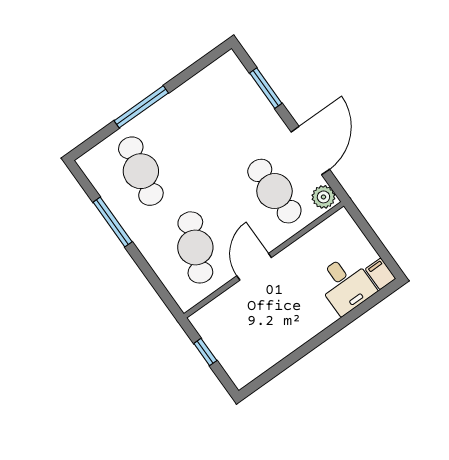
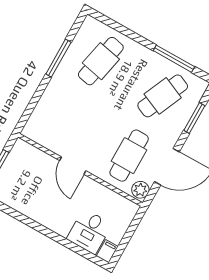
window: (141, 107) -> (174, 59), moved
cafe table: (195, 247) -> (163, 96), moved
door: (254, 267) -> (73, 166), swing flipped

